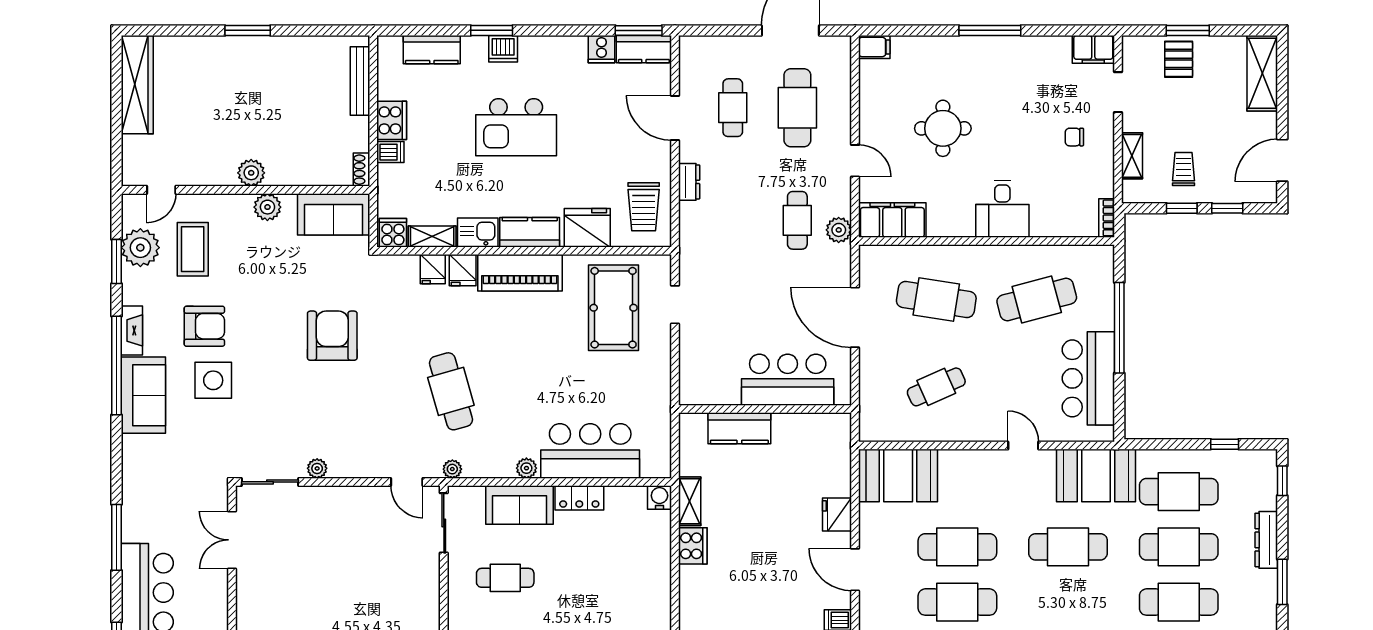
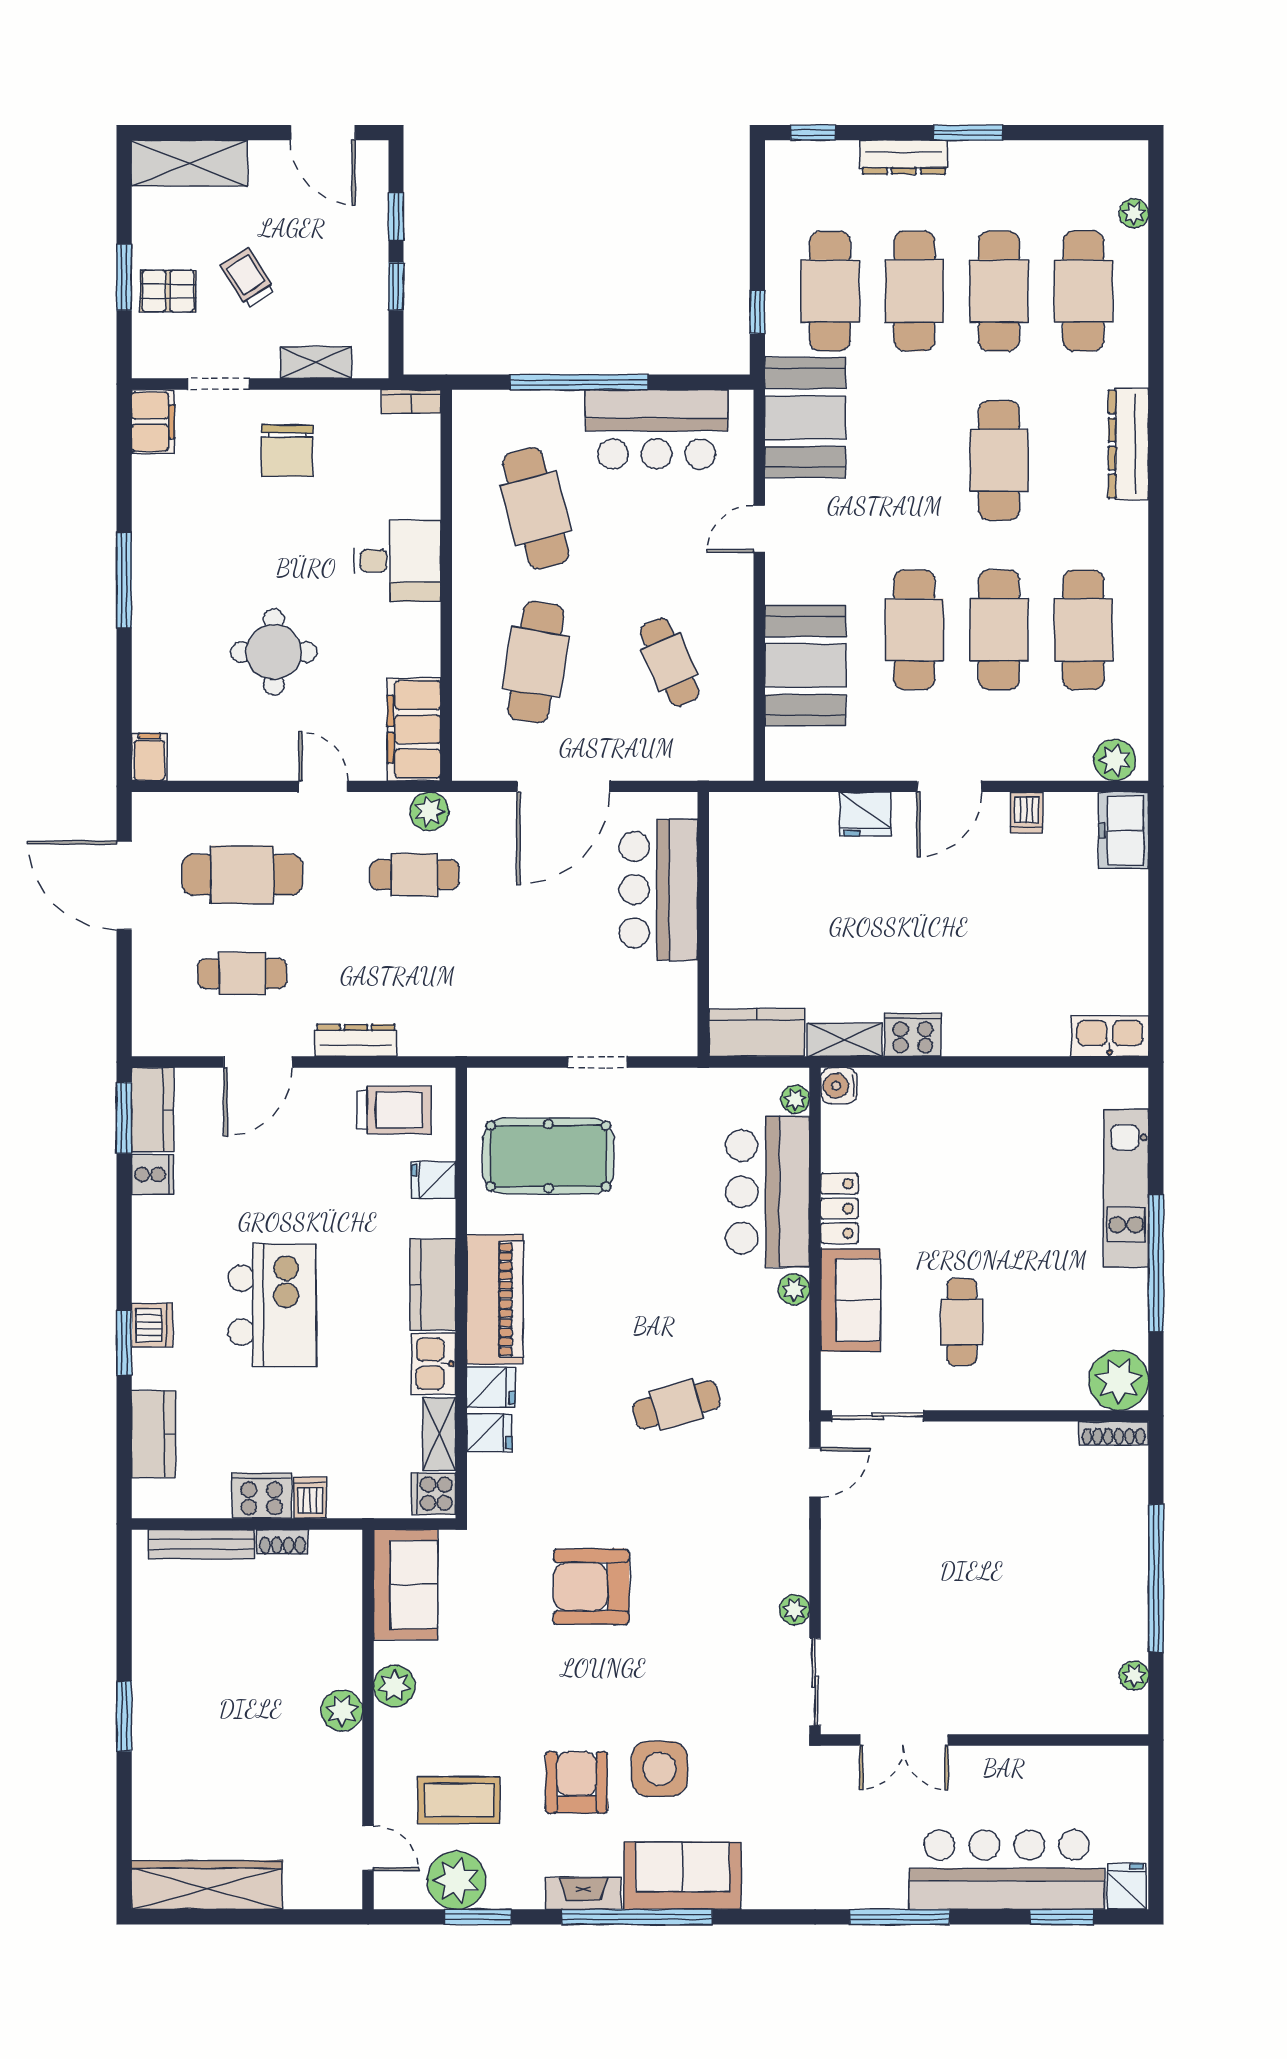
chair: (1074, 137) -> (287, 451), width x1.87, depth x1.87
door: (855, 161) -> (323, 786), hinge flipped
trolley: (1183, 169) -> (248, 278), moved, turned 57
shoe rack: (361, 170) -> (283, 1542), moved
dresser: (689, 182) -> (356, 1040), width x1.44
fridge: (587, 228) -> (433, 1180), width x0.53, depth x0.75
doorway: (675, 305) -> (597, 1062), moved
cafe table: (451, 391) -> (676, 1405), width x0.73, depth x0.74
kitchen counter: (739, 428) -> (757, 1033), moved, turned -90
window: (1225, 444) -> (757, 312), moved
plant: (452, 469) -> (795, 1099), moved
booth: (898, 476) -> (805, 666), moved
cafe table: (1068, 547) -> (999, 460), moved

